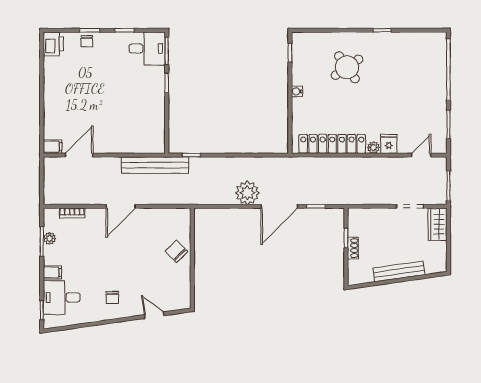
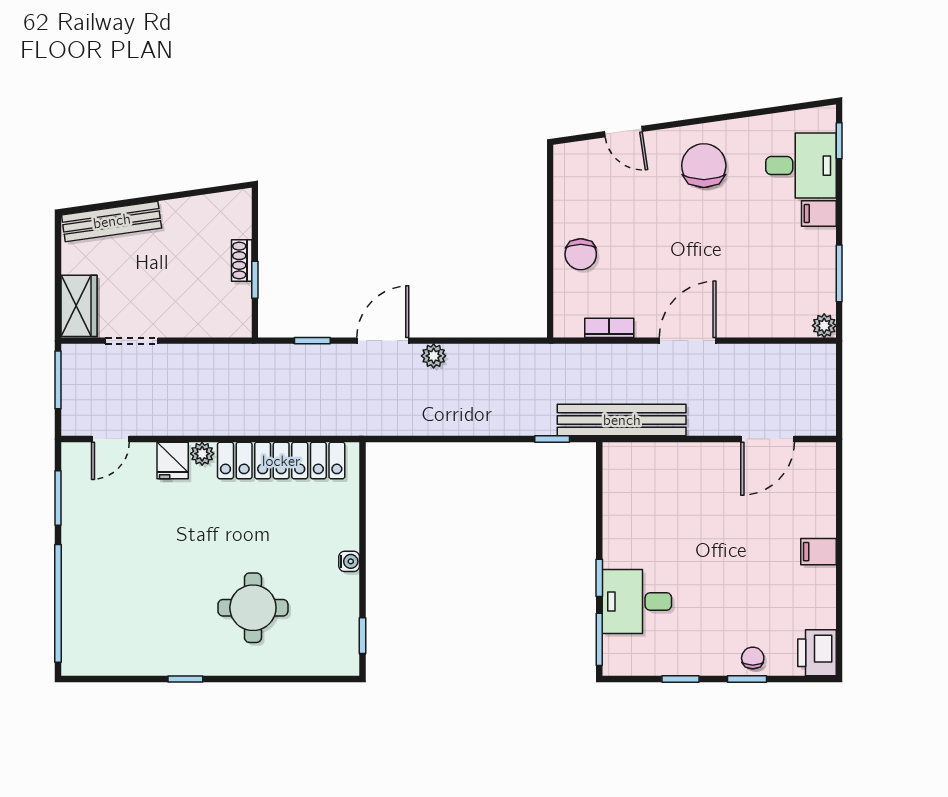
desk: (147, 49) -> (637, 601), moved
round table: (347, 67) -> (253, 608), turned 35
filing cabinet: (53, 147) -> (818, 552), moved
plant: (247, 193) -> (434, 356), width x0.53, depth x0.53
door: (279, 206) -> (383, 341), width x0.73
bookcase: (72, 213) -> (609, 328), moved
plant: (50, 238) -> (824, 326), moved
chair: (176, 251) -> (581, 254), turned 44
bench: (399, 271) -> (112, 221), moved
chair: (112, 297) -> (704, 166), width x1.87, depth x1.87

